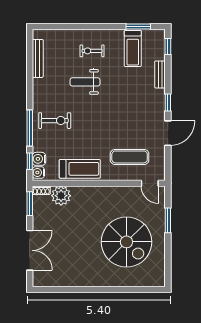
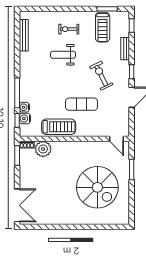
exercise bike: (55, 121) -> (101, 76), moved, turned -116
exercise mat: (130, 157) -> (82, 104), moved
water cooler: (38, 173) -> (24, 107), moved
double door: (30, 250) -> (17, 205), moved

